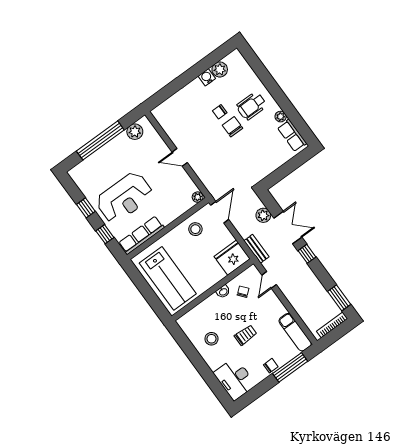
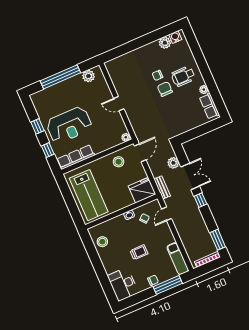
water cooler: (207, 77) -> (175, 37), moved
stool: (211, 339) -> (102, 242), moved

